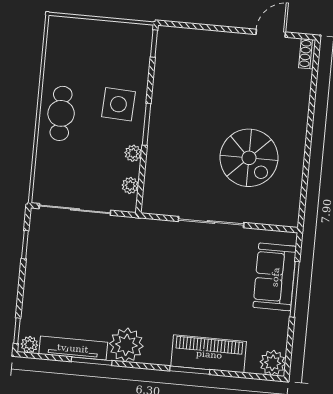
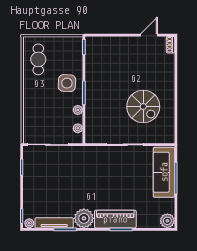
cafe table: (61, 113) -> (38, 59), moved
sofa: (275, 277) -> (164, 172), width x1.36
piano: (209, 354) -> (115, 219), moved

